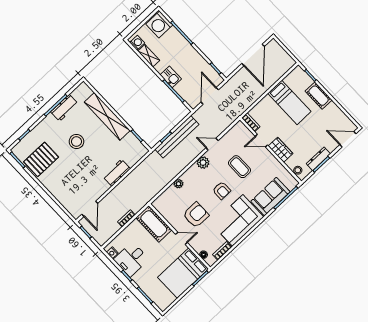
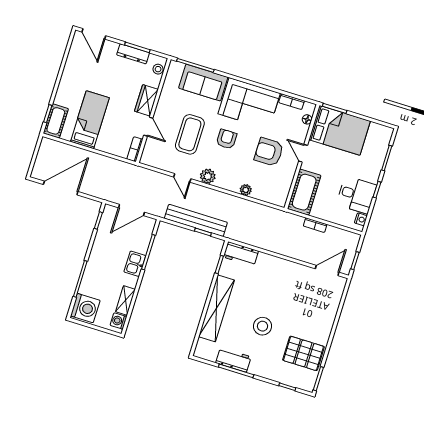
cot: (319, 96) -> (56, 121), moved
coffee table: (239, 167) -> (190, 134), width x1.36, depth x1.32
workbench: (117, 173) -> (241, 254), moved

